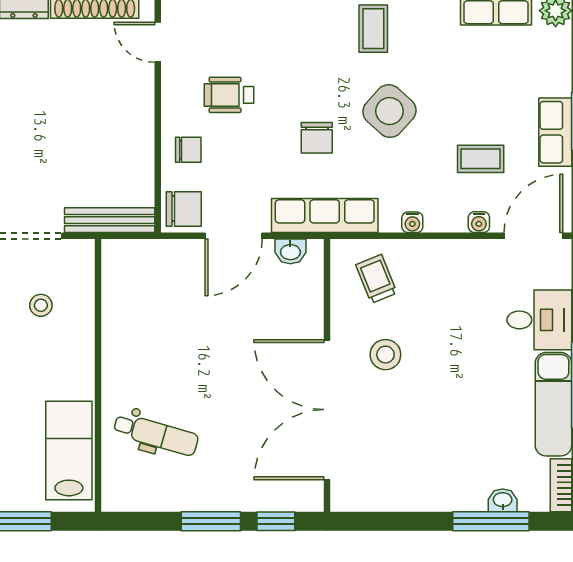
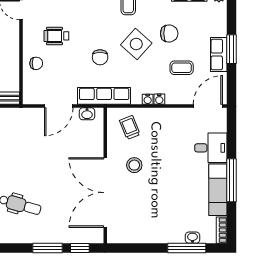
chair: (184, 209) -> (169, 33), moved
water cooler: (479, 222) -> (159, 99), moved

